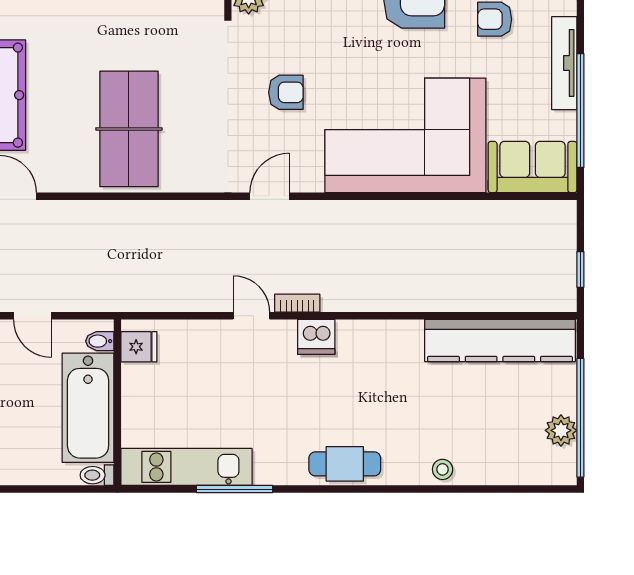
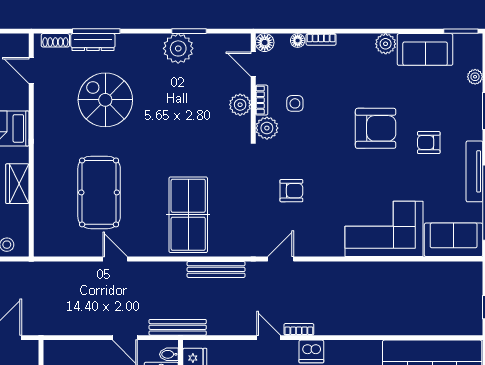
corner sofa: (405, 135) -> (384, 229), width x0.73, depth x0.74
bench: (171, 212) -> (216, 269), added
bench: (113, 300) -> (178, 327), added

